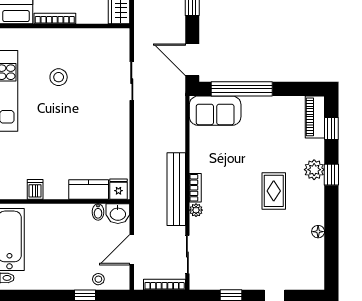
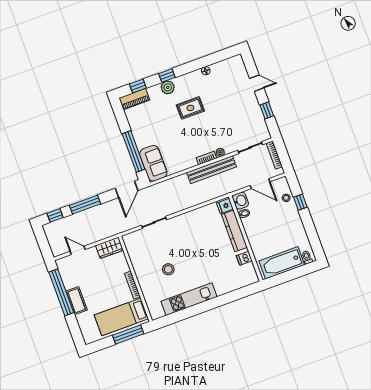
kitchen counter: (89, 190) -> (234, 231), width x1.50

